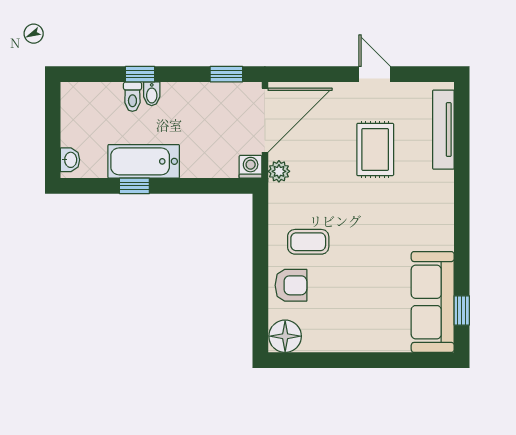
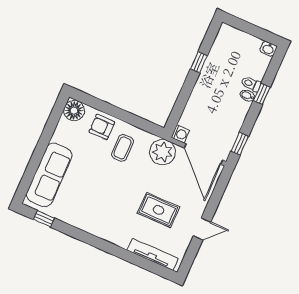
washbasin: (70, 160) -> (268, 49), moved
bathtub: (144, 161) -> (211, 74), removed
plant: (279, 171) -> (163, 152), width x1.87, depth x1.87
armchair: (291, 285) -> (102, 127), turned 90
sofa: (433, 302) -> (49, 175), moved, turned 90

